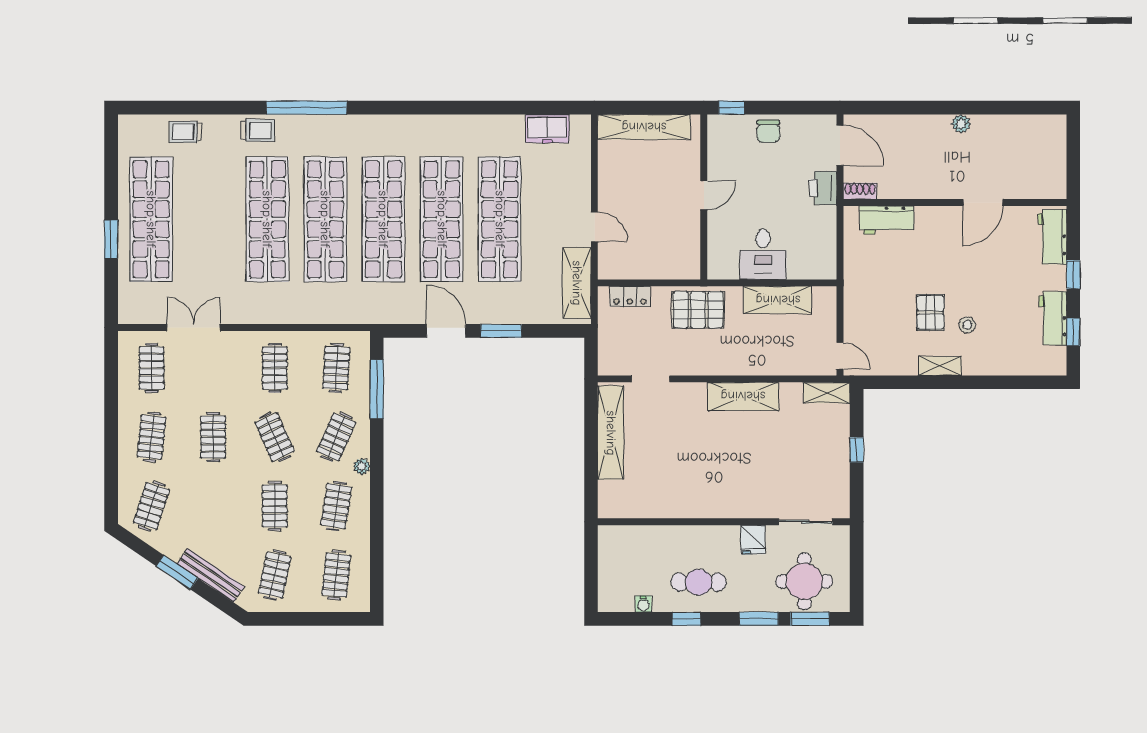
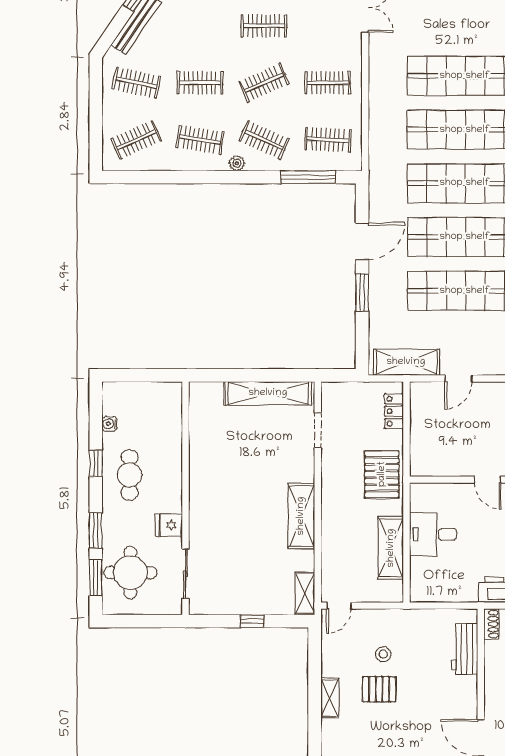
stool: (967, 325) -> (383, 654), moved
clothes rail: (336, 575) -> (136, 140), turned -30

